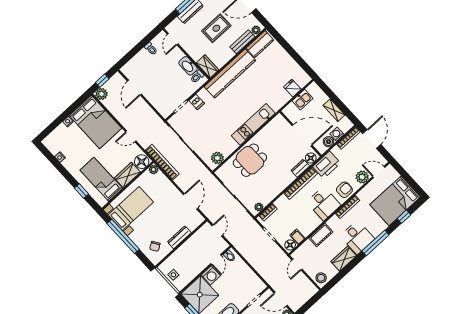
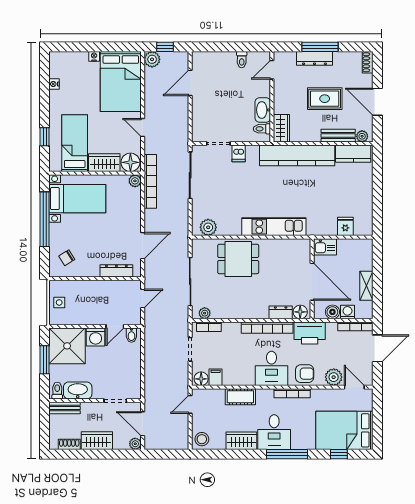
kitchen sink: (302, 100) -> (325, 247), moved
dresser: (179, 237) -> (116, 271), moved

